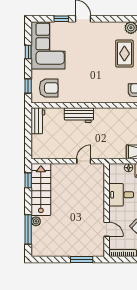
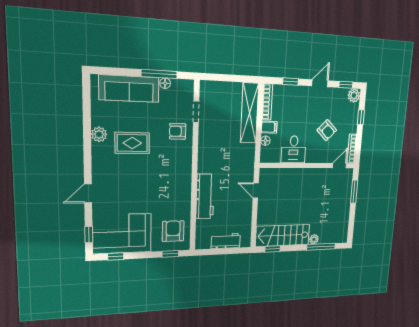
window: (61, 19) -> (89, 235), moved
window: (28, 52) -> (116, 256), moved
workbench: (79, 115) -> (205, 196), width x1.38
workbench: (38, 121) -> (226, 241), moved
door: (107, 229) -> (339, 166), moved

